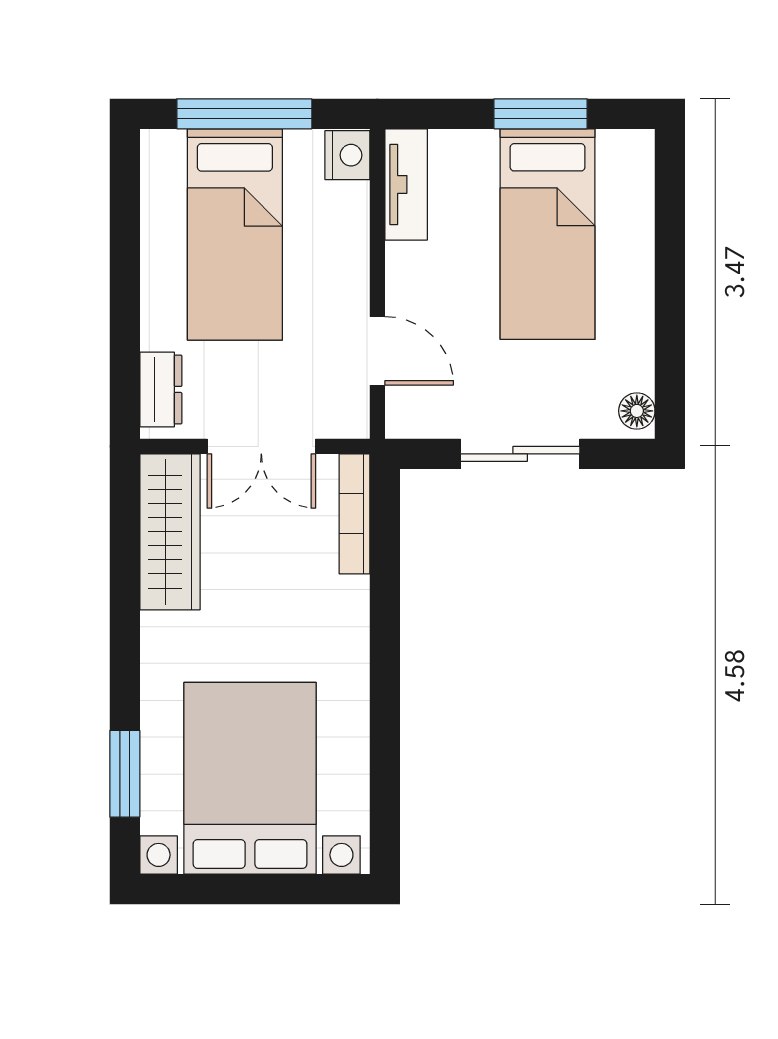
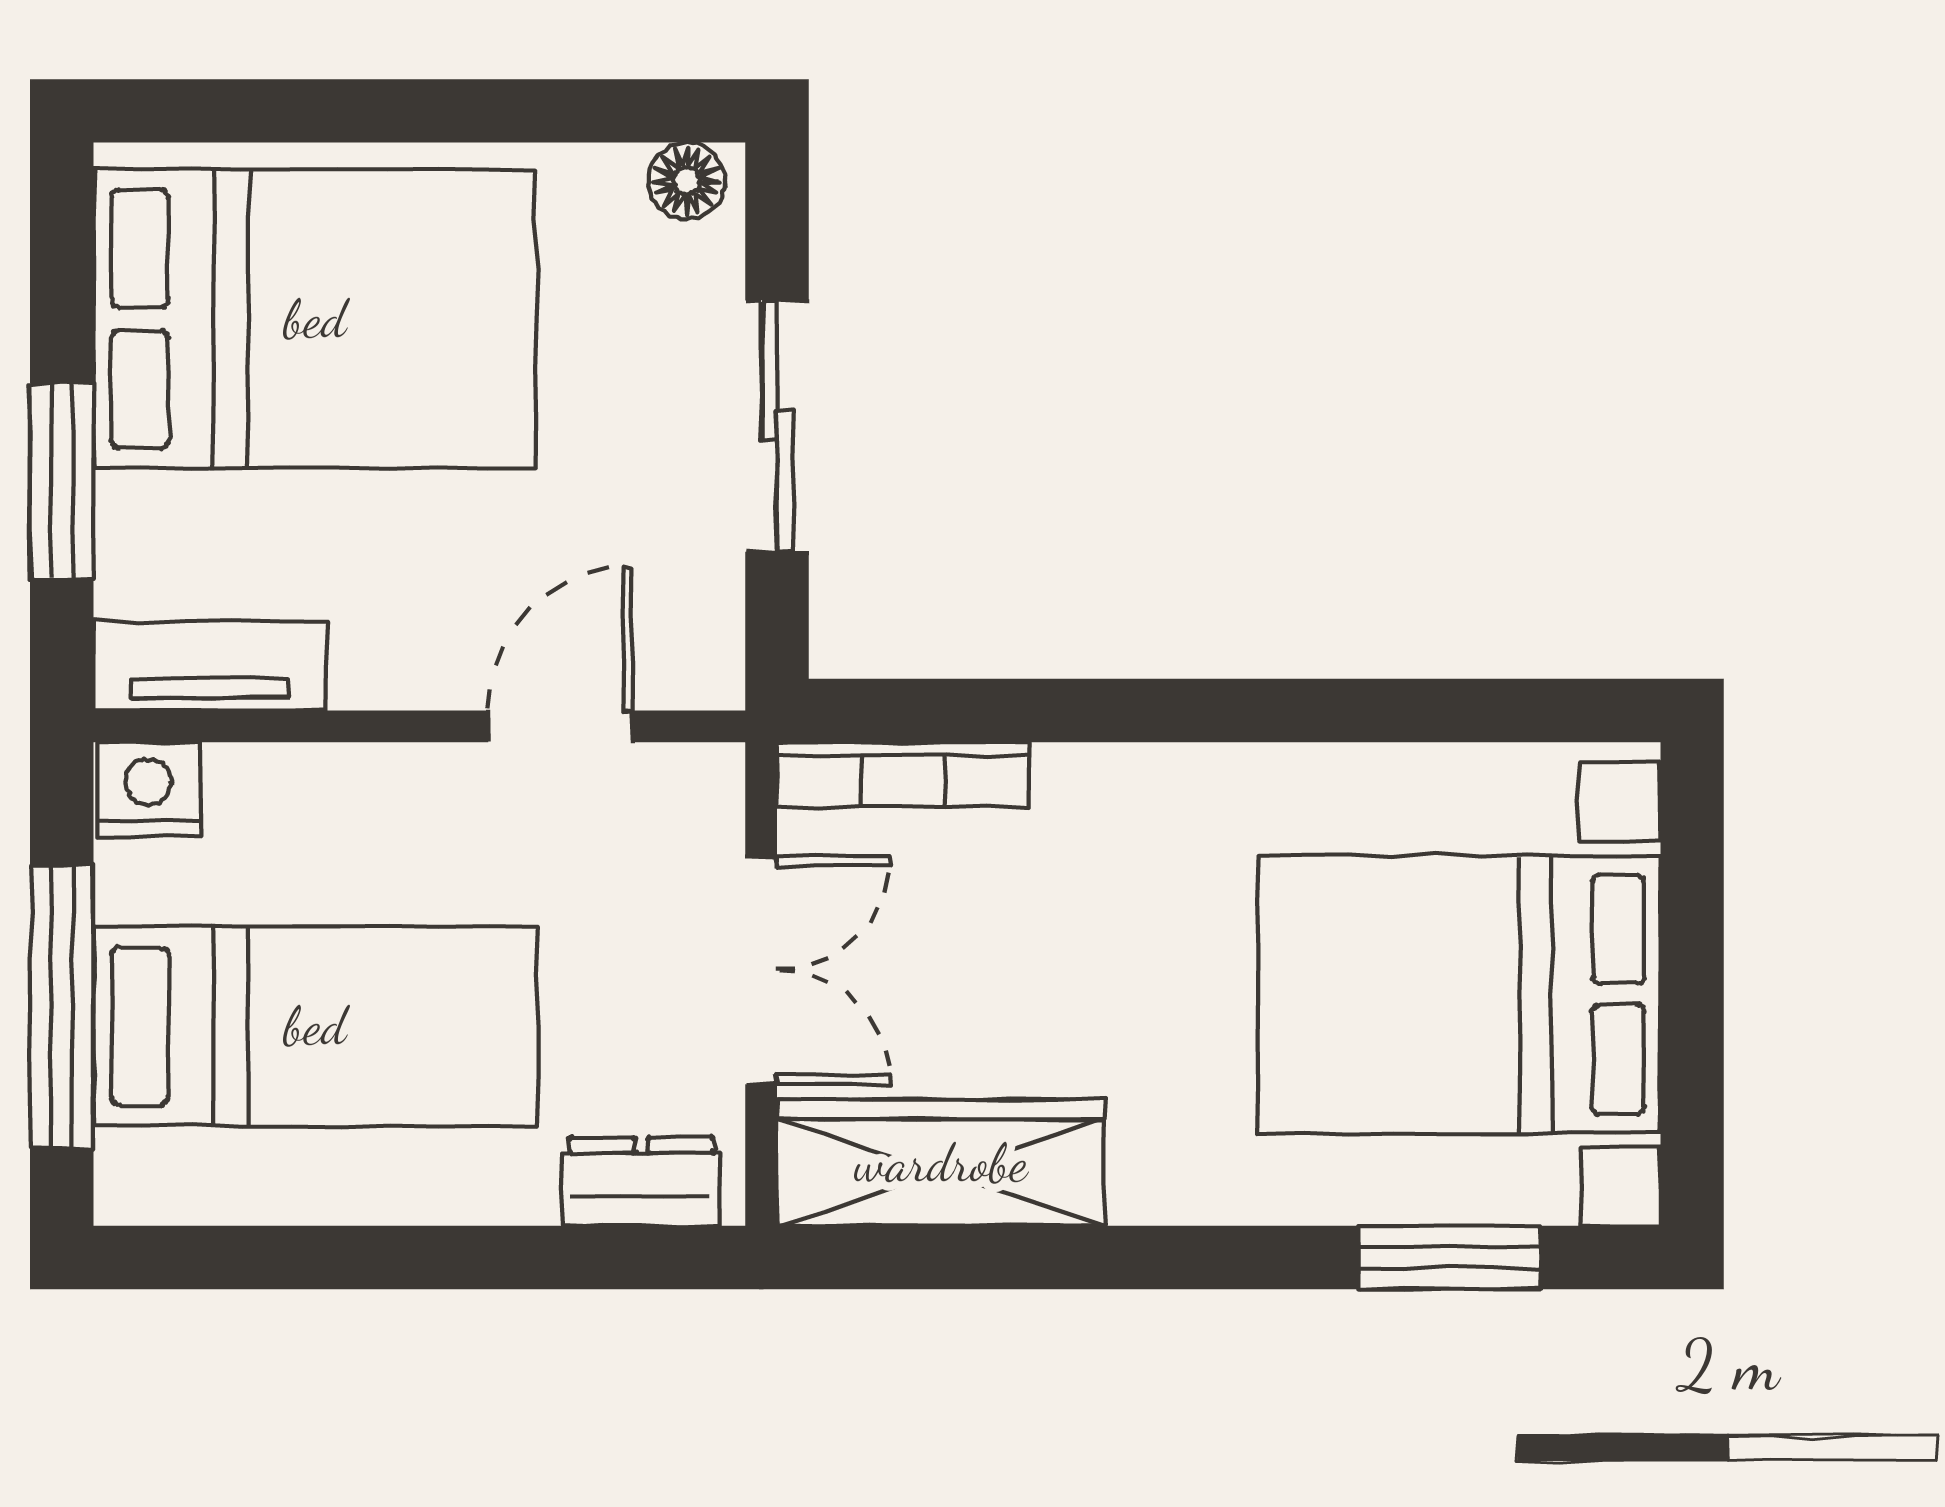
window: (540, 114) -> (62, 481), moved
bed: (548, 234) -> (315, 319), width x1.50

